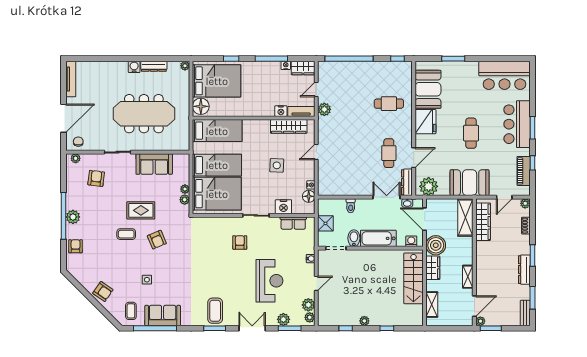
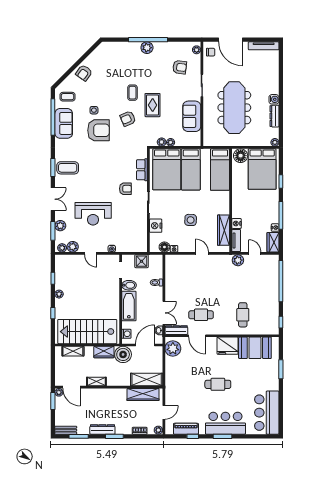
booth: (470, 183) -> (176, 383), removed
door: (504, 197) -> (164, 412), swing flipped
row of seats: (293, 223) -> (142, 170), moved
armchair: (76, 246) -> (98, 130), moved, width x1.88, depth x1.88
stairs: (413, 278) -> (87, 332), width x1.36, depth x1.51

